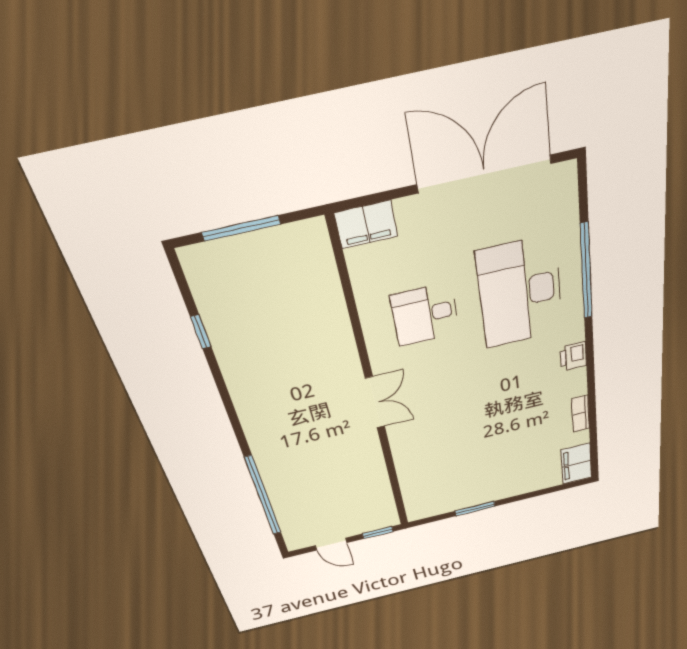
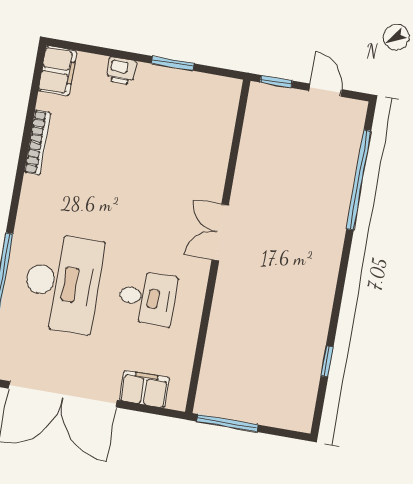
filing cabinet: (366, 225) -> (144, 389), moved
window: (241, 228) -> (227, 423), moved
printer: (573, 356) -> (121, 71), moved, turned 90
bookcase: (581, 414) -> (37, 143), width x1.56

